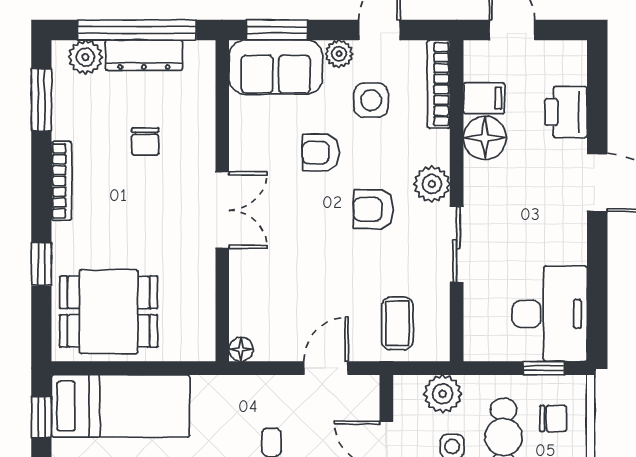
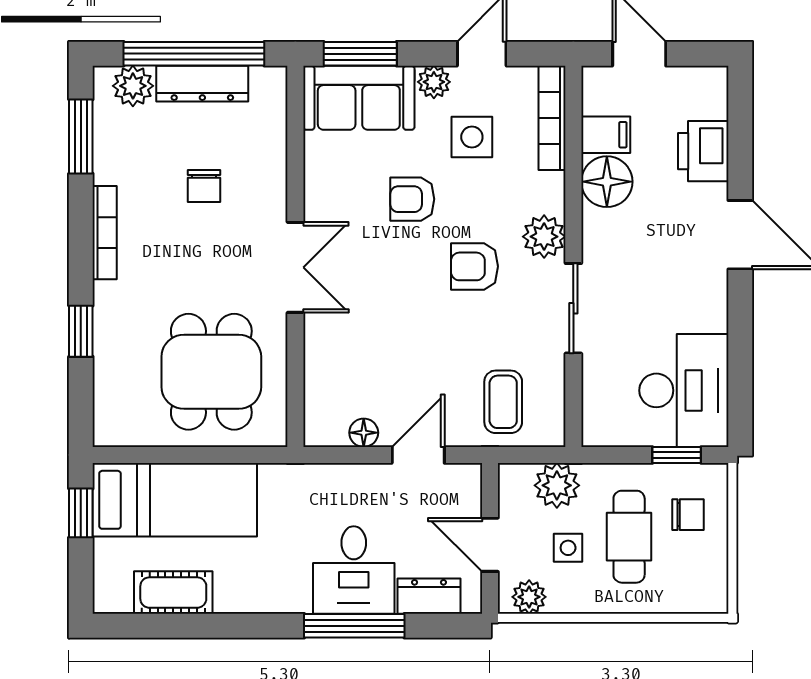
dining table: (109, 312) -> (211, 372), moved, turned 90
floor lamp: (241, 349) -> (364, 433), moved

